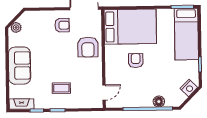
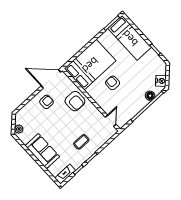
nightstand: (189, 88) -> (161, 81), moved

